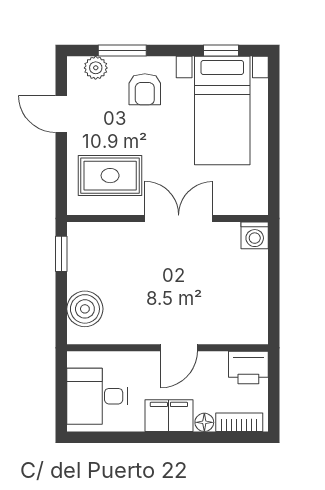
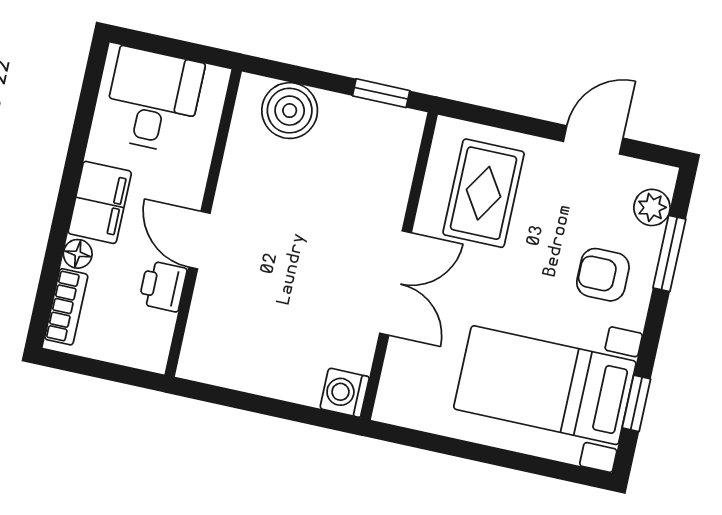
printer: (248, 367) -> (163, 286), moved, width x0.73, depth x0.81

